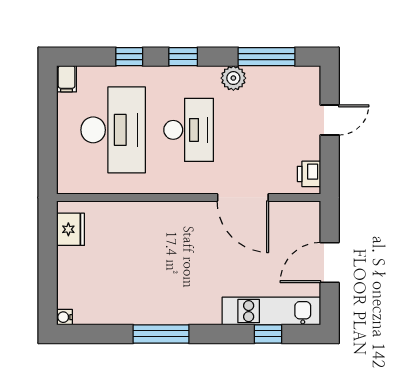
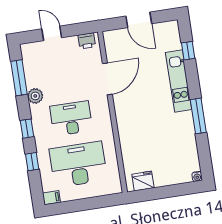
kitchen unit: (271, 311) -> (179, 81), moved

